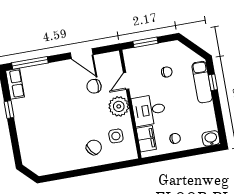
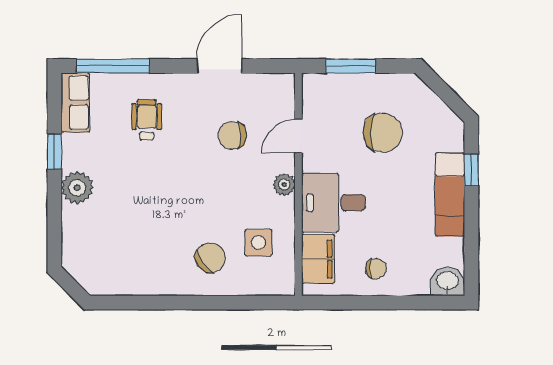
door: (82, 54) -> (219, 66), swing flipped
chair: (167, 72) -> (383, 133), width x1.87, depth x1.87
exam couch: (202, 82) -> (450, 195), moved
wheelchair: (51, 86) -> (147, 120), added
plant: (119, 106) -> (284, 185), width x0.53, depth x0.53
plant: (23, 125) -> (77, 188), added

